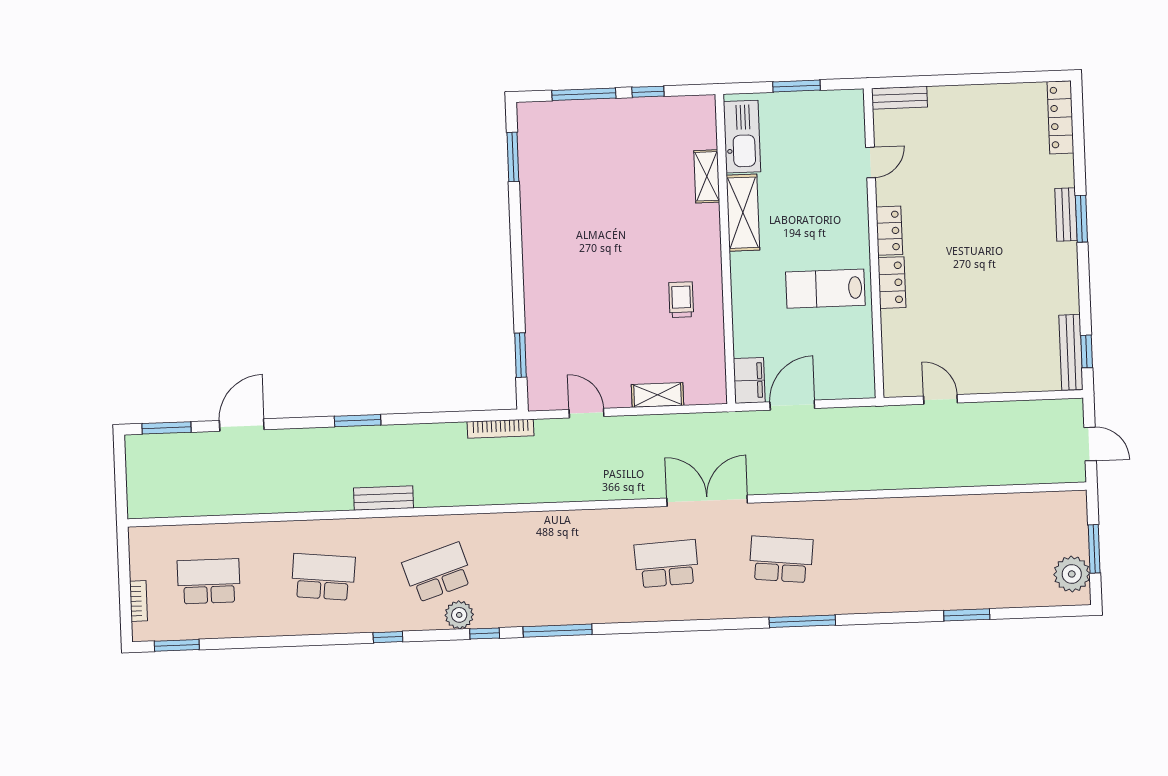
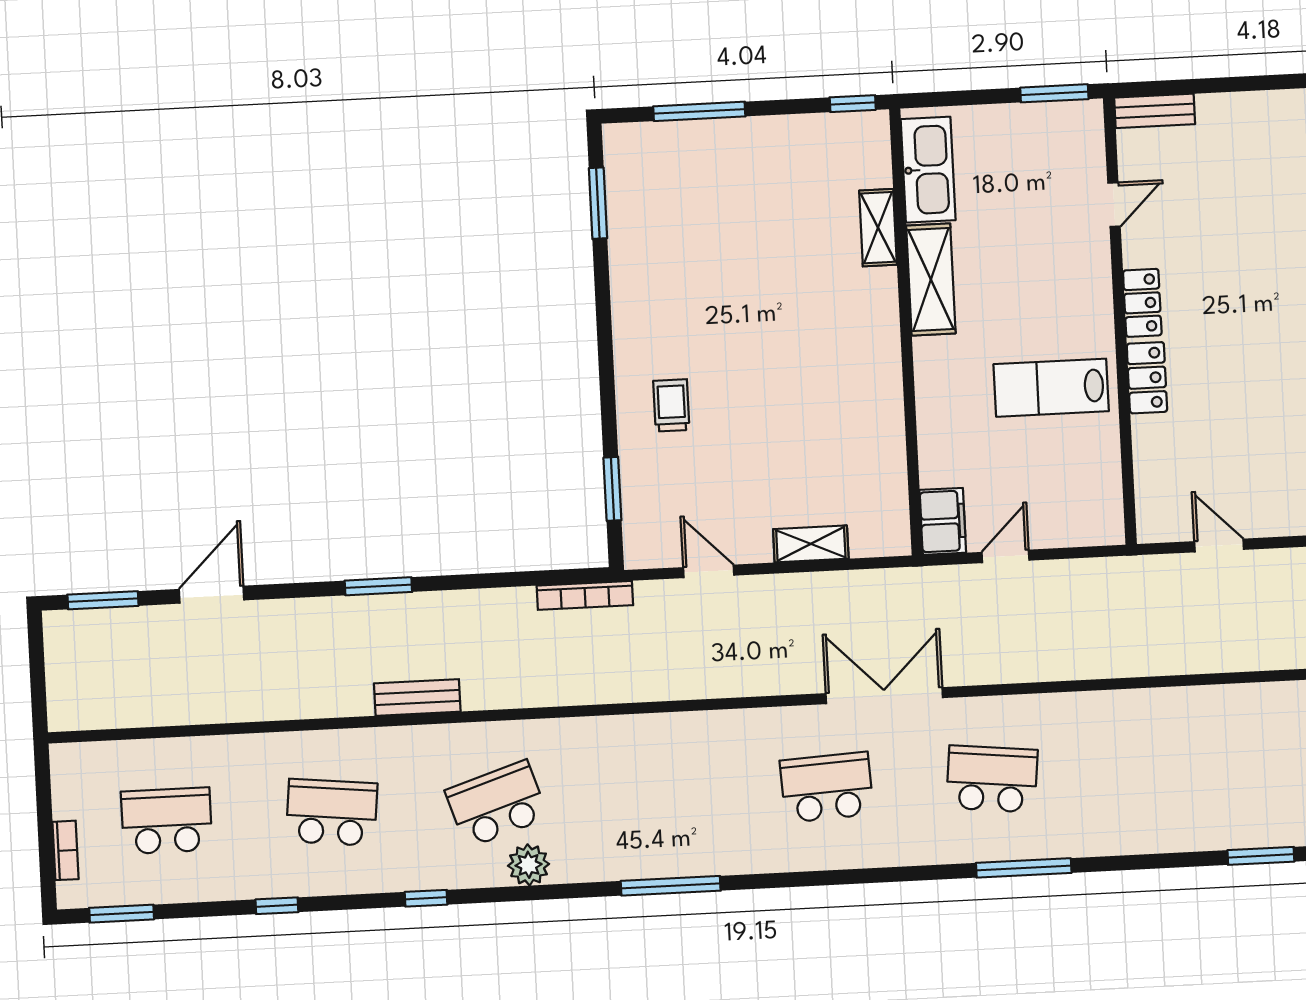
window: (797, 86) -> (1054, 93), moved
window: (648, 92) -> (853, 104), moved
trolley: (681, 300) -> (671, 405), moved
door: (792, 405) -> (1005, 556), width x0.73
window: (485, 633) -> (277, 906), moved

